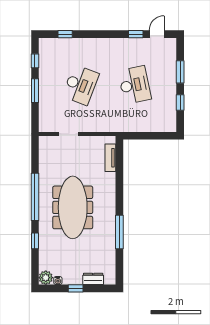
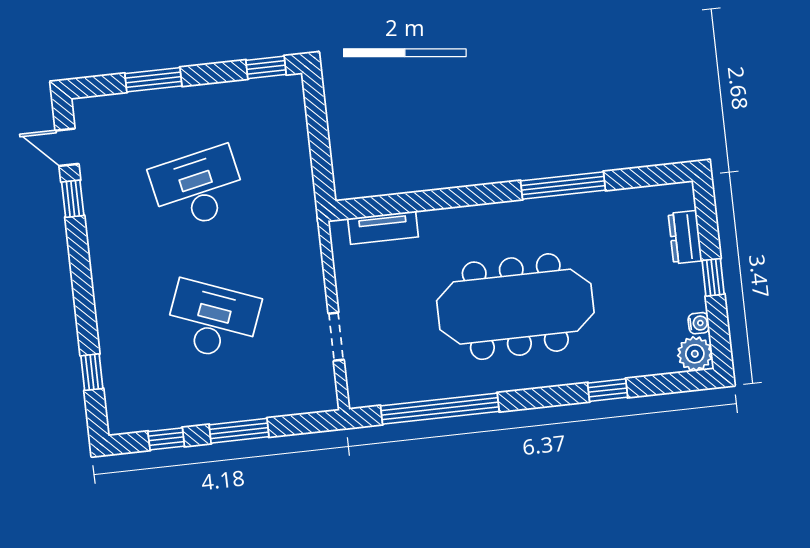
window: (180, 103) -> (266, 67), moved
window: (35, 197) -> (440, 409), moved

